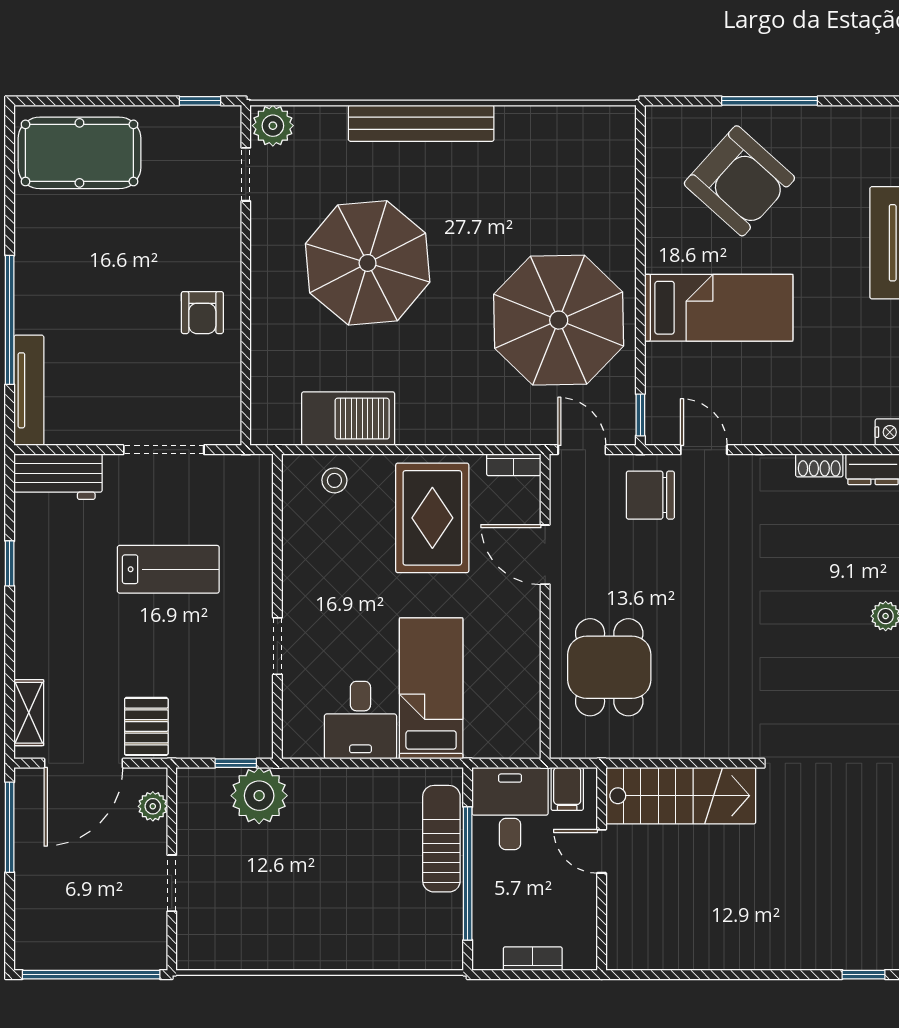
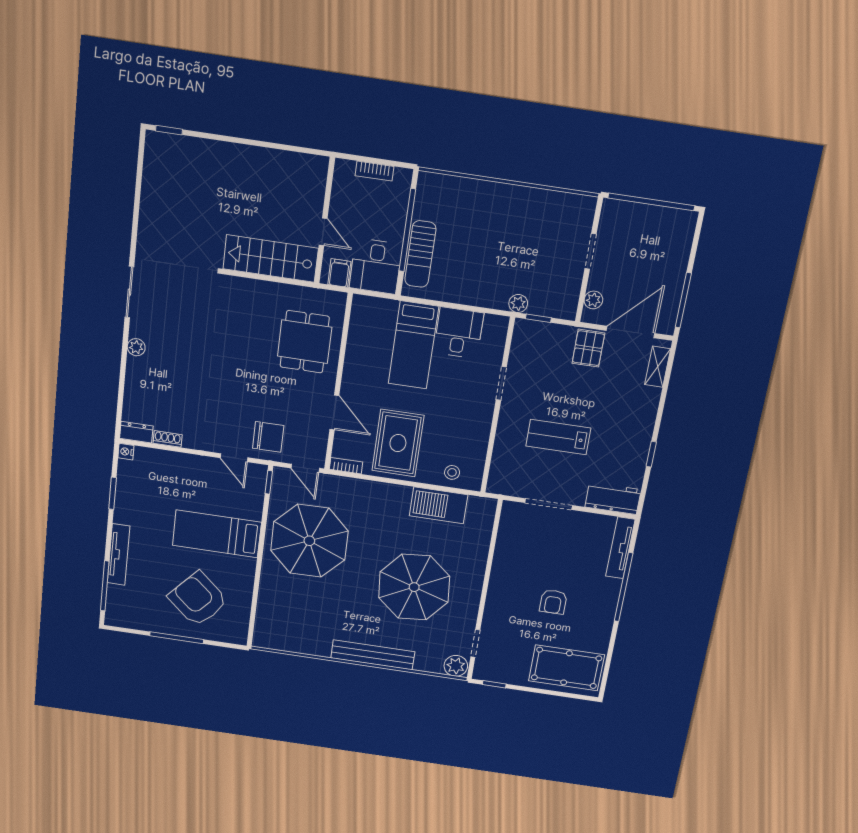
armchair: (202, 313) -> (553, 602), moved, turned 180
plant: (259, 796) -> (518, 303), width x0.53, depth x0.53

